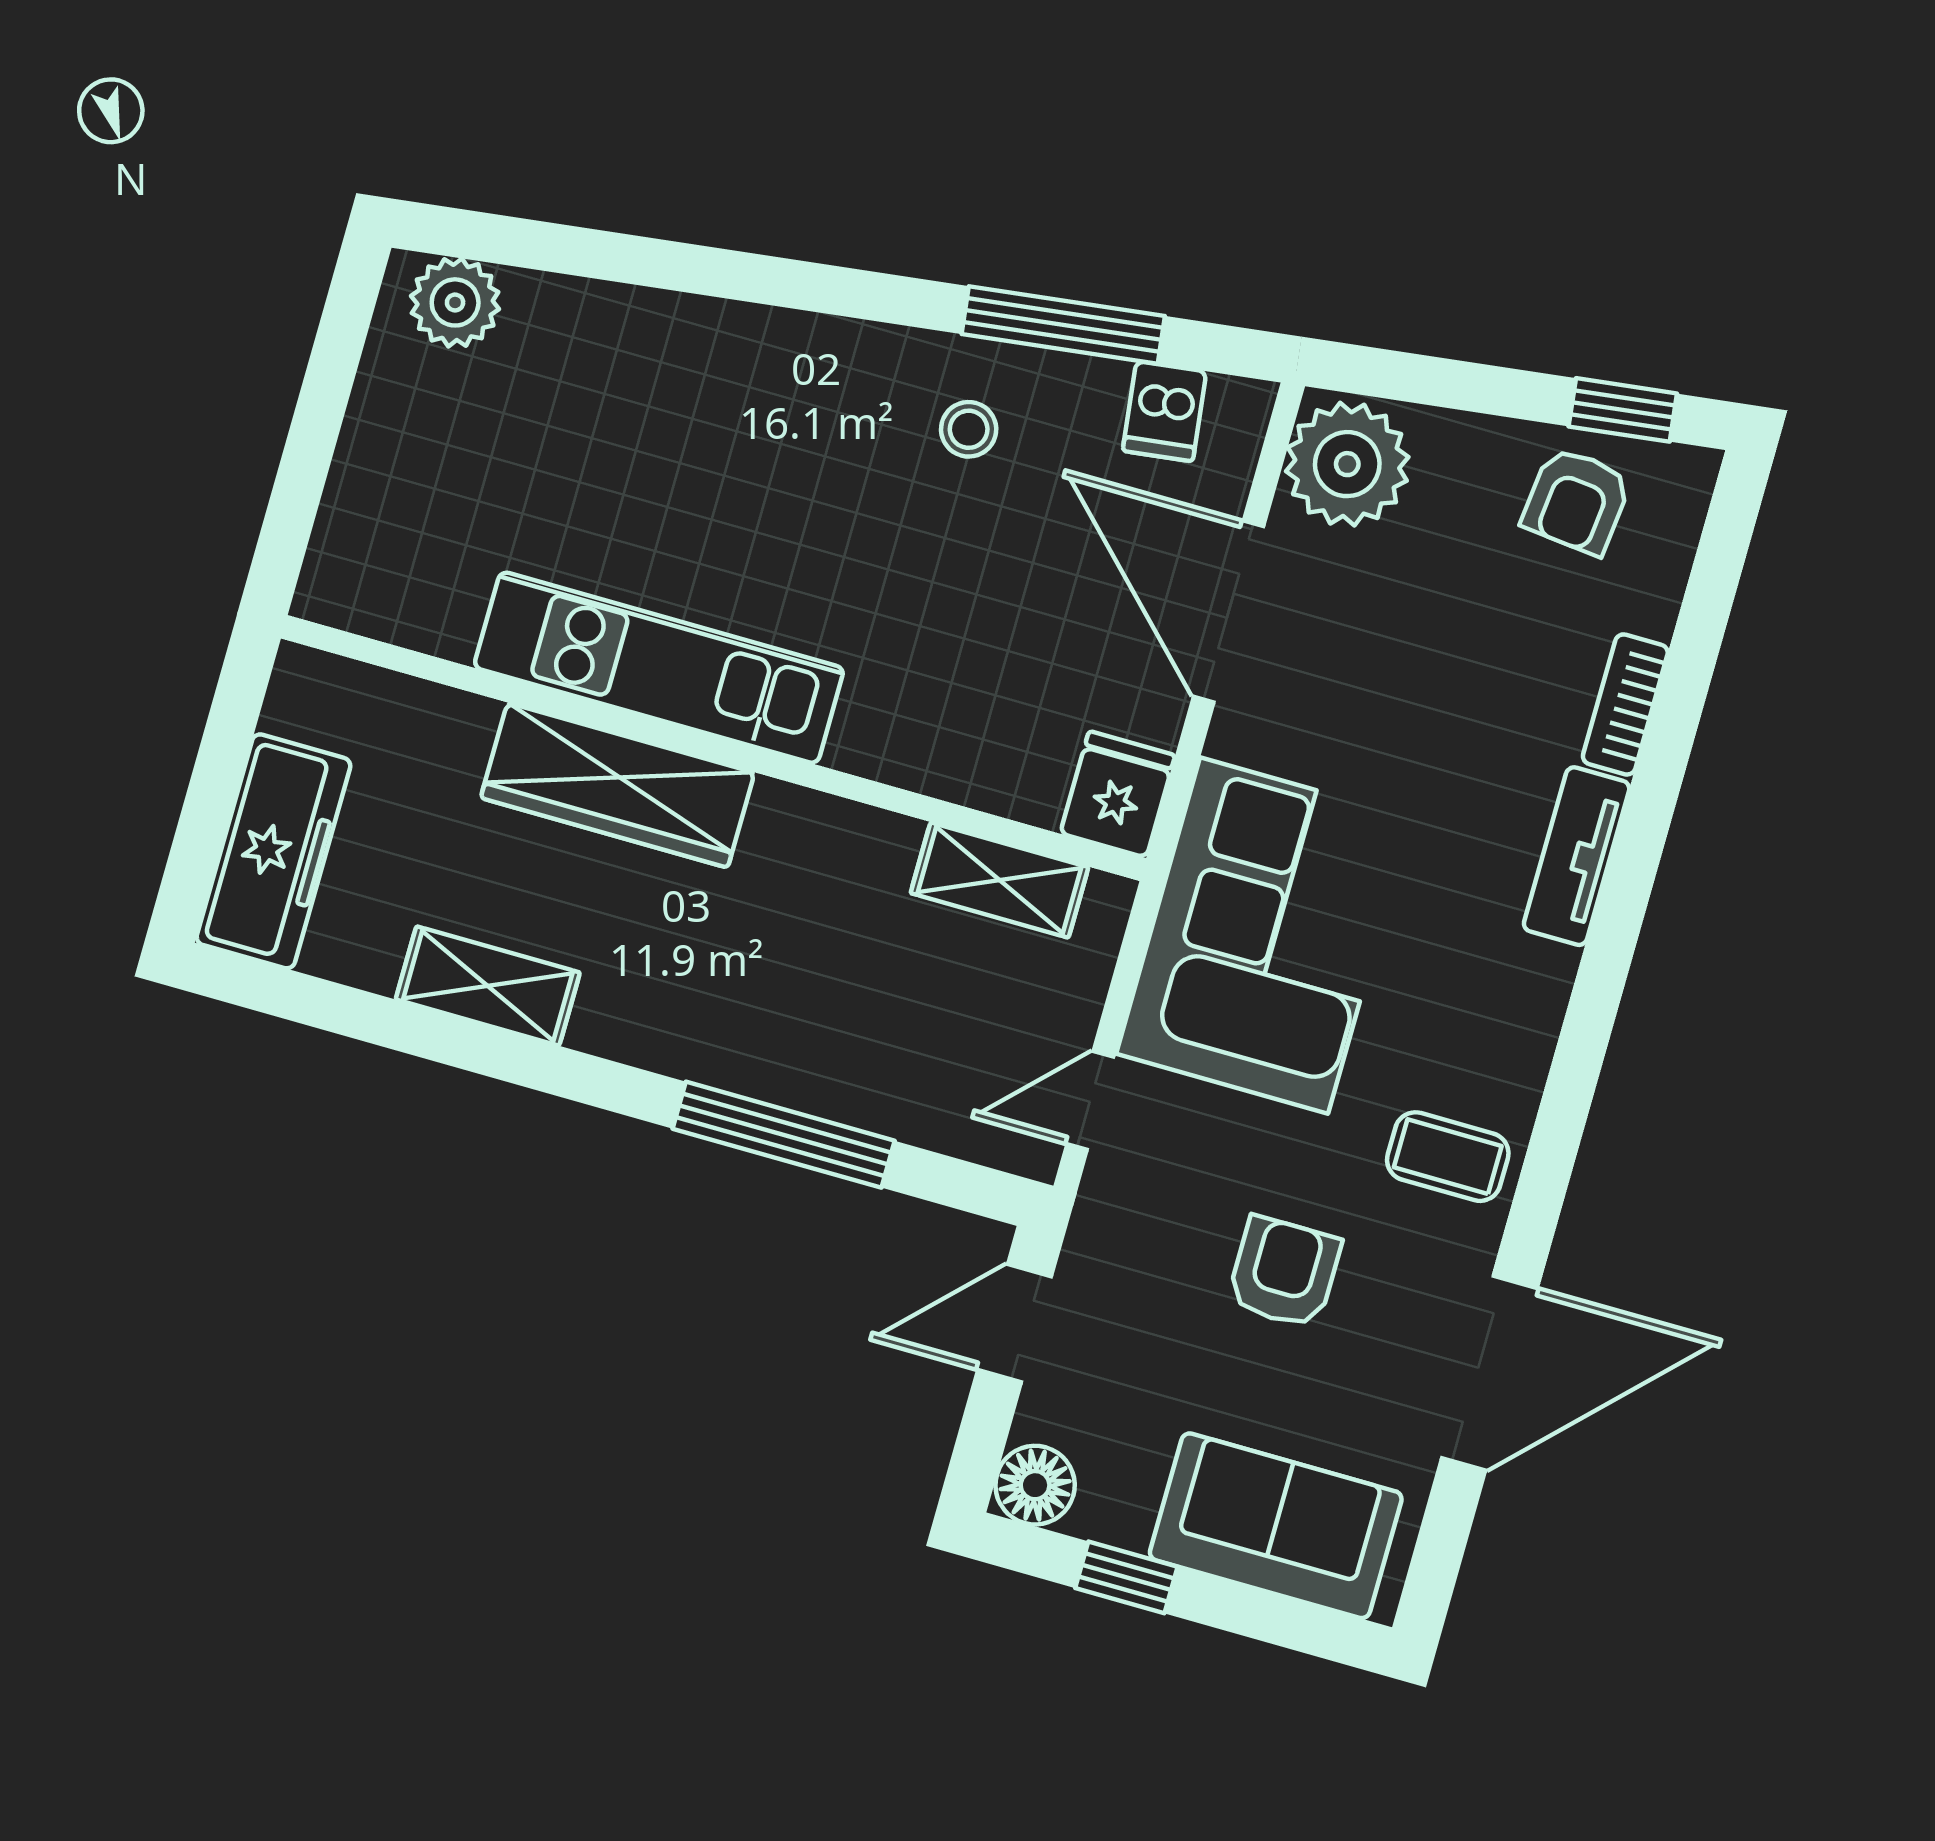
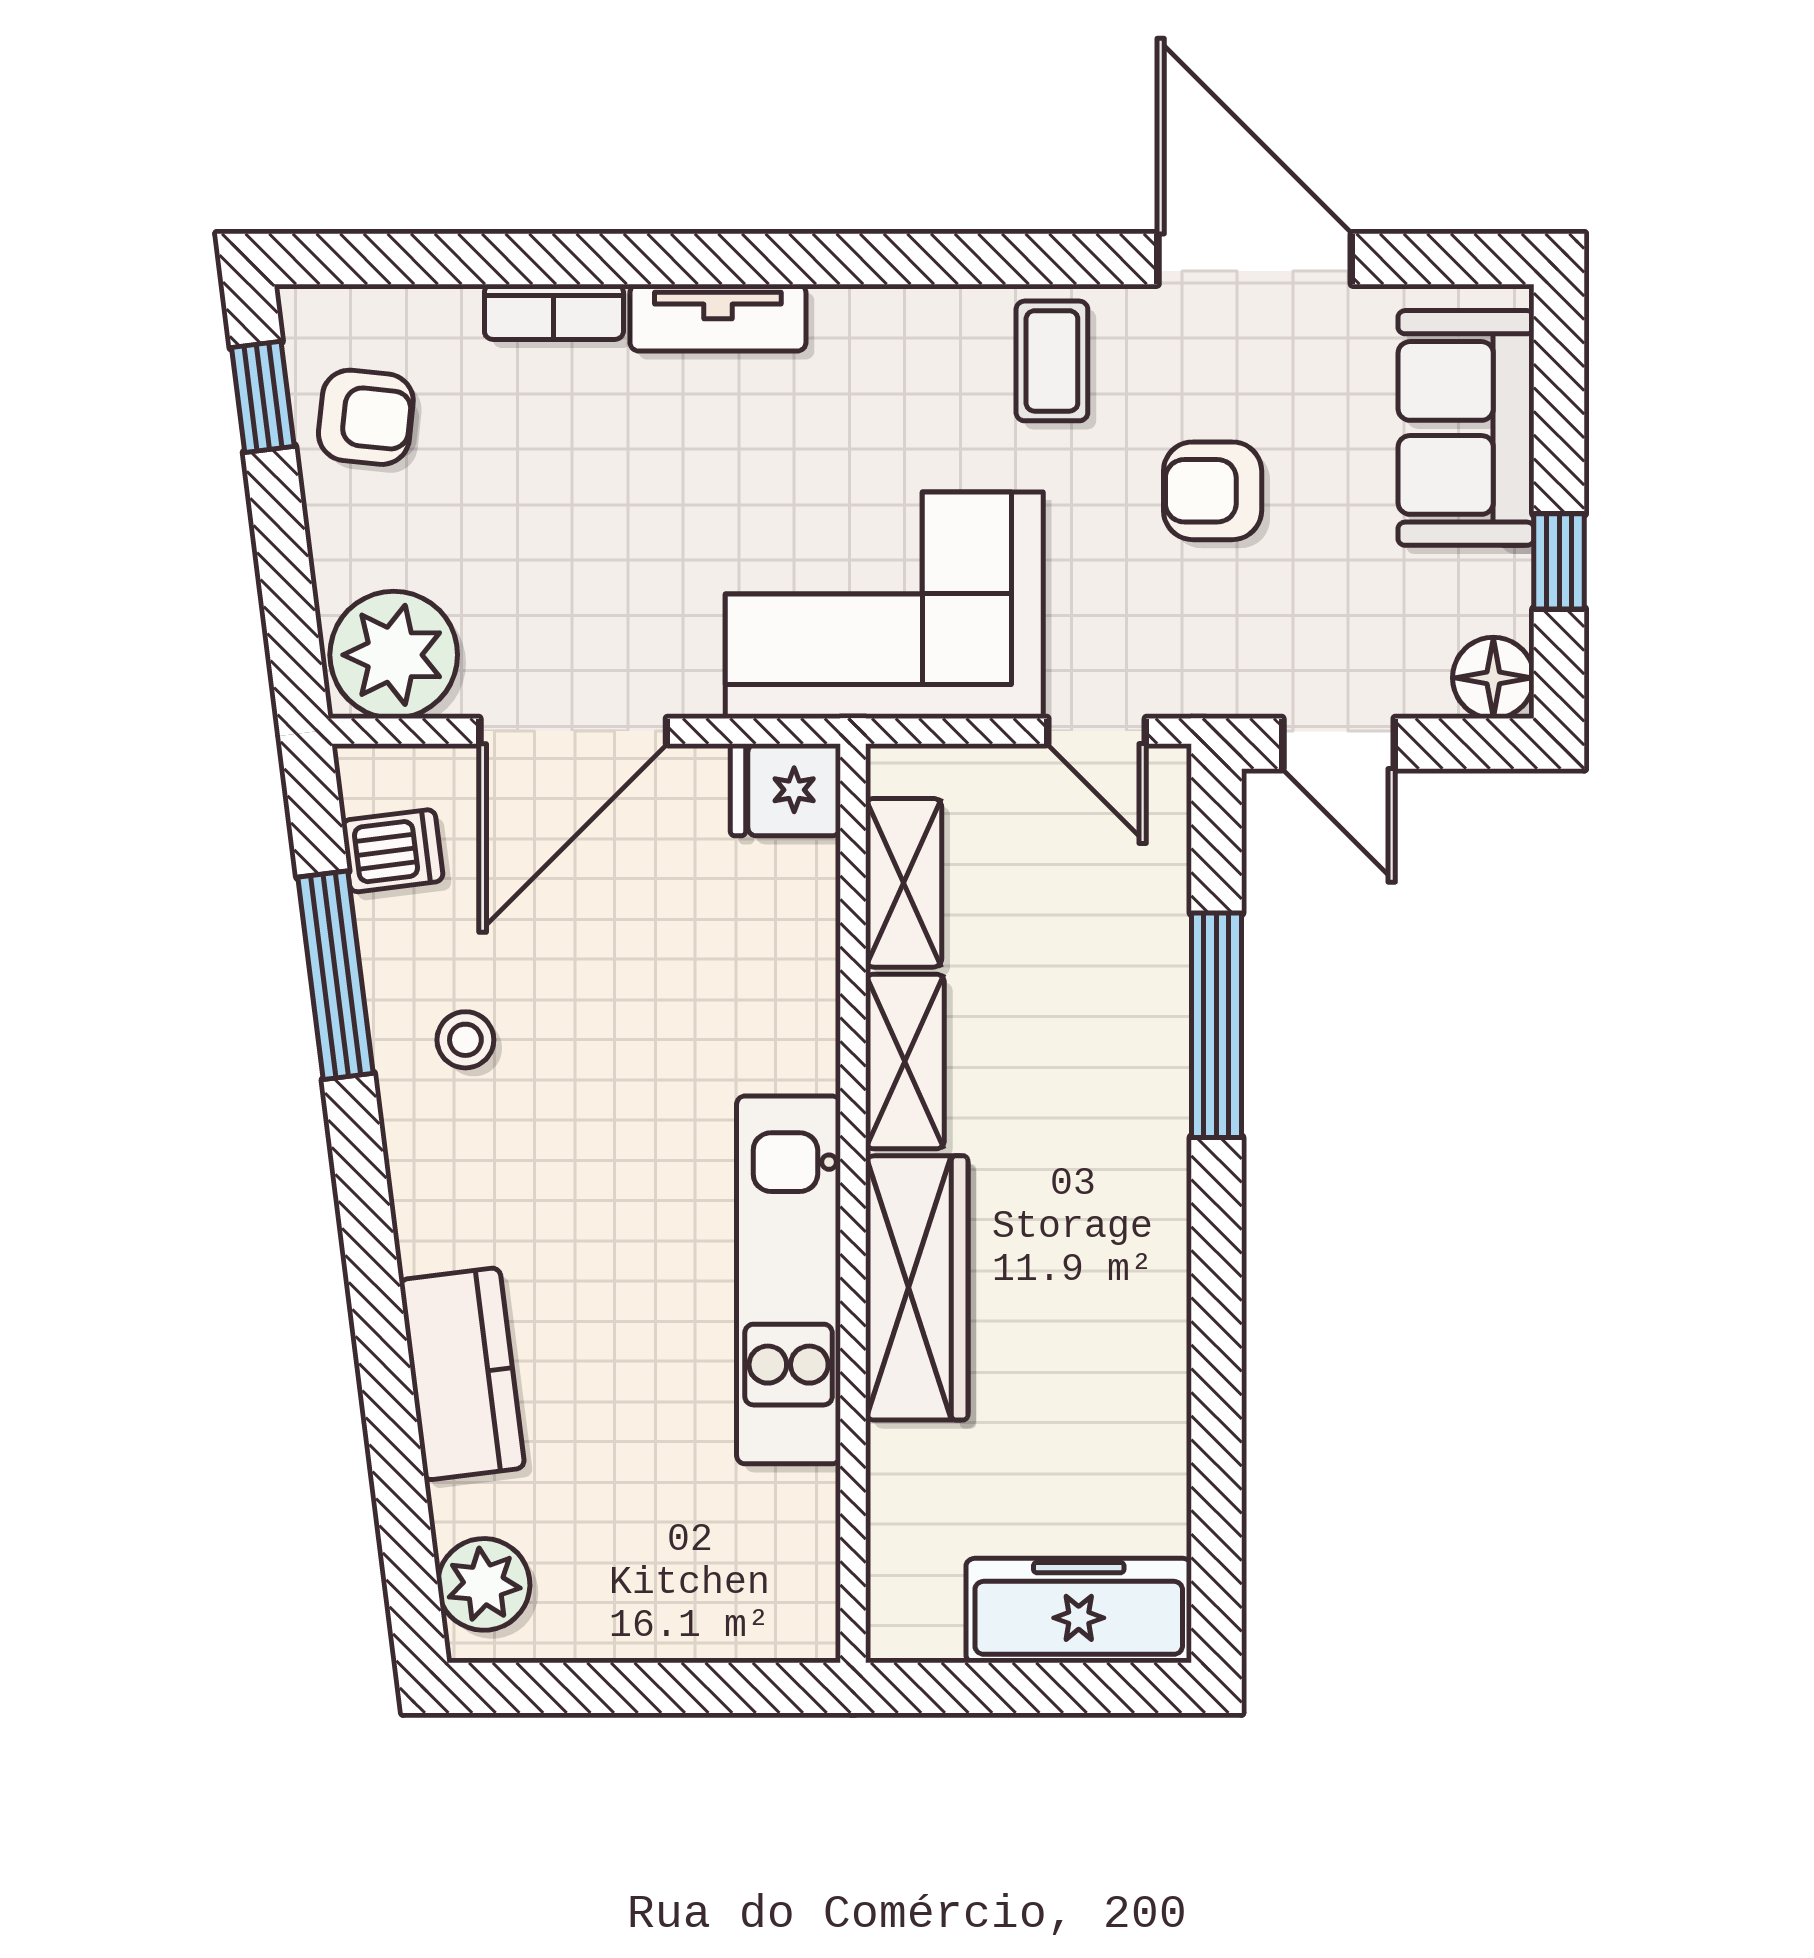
kitchen counter: (658, 338) -> (462, 1374), added
shelving: (488, 986) -> (905, 1061), moved

